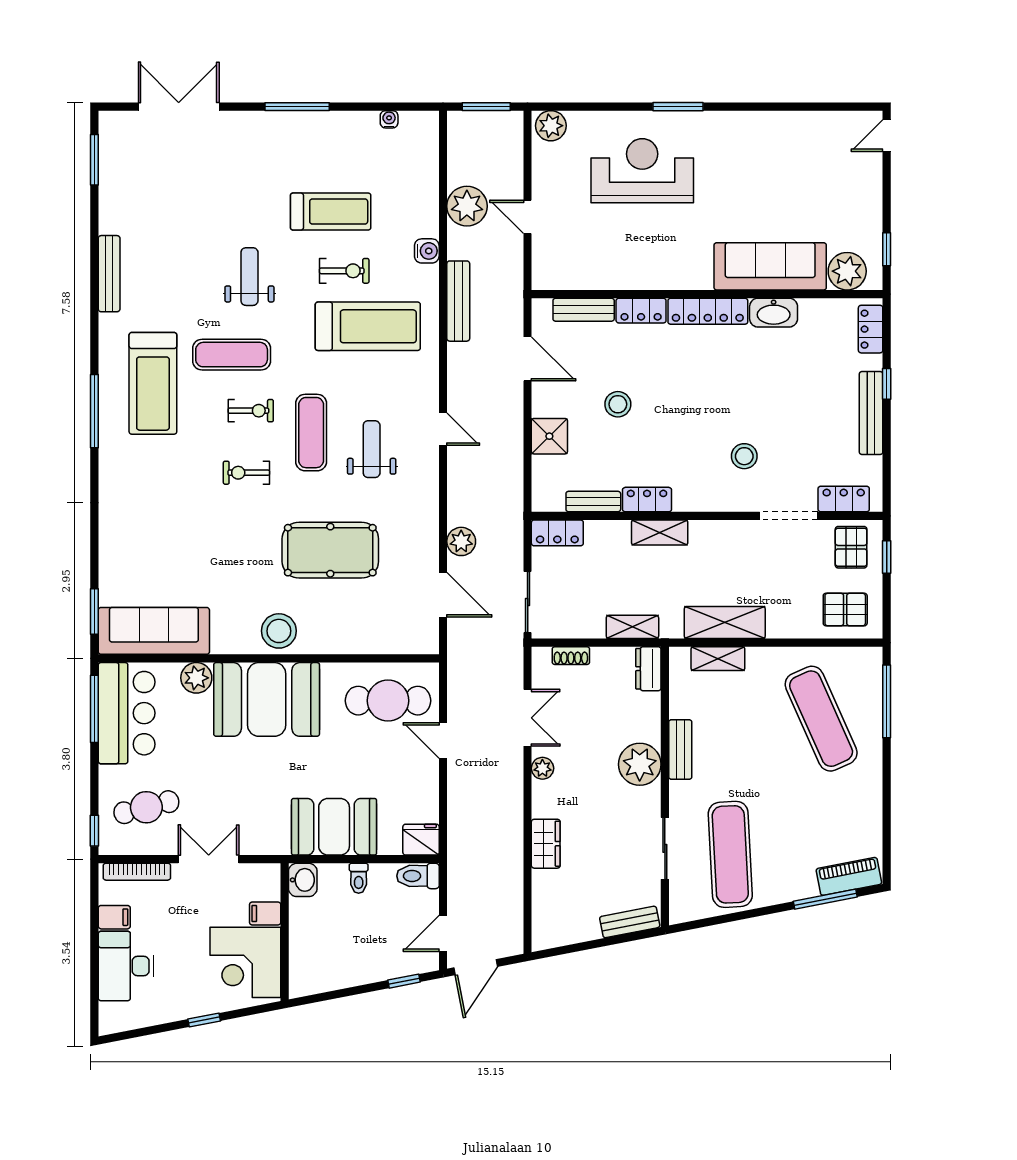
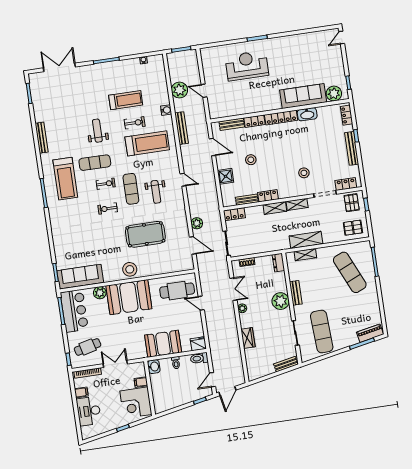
plant: (551, 126) -> (208, 53), removed
weight bench: (372, 449) -> (156, 192), turned 180
shelving: (632, 627) -> (297, 204), moved

